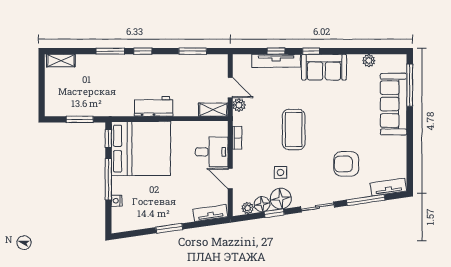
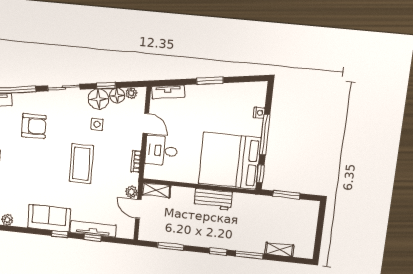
shelving: (61, 61) -> (279, 250), moved

